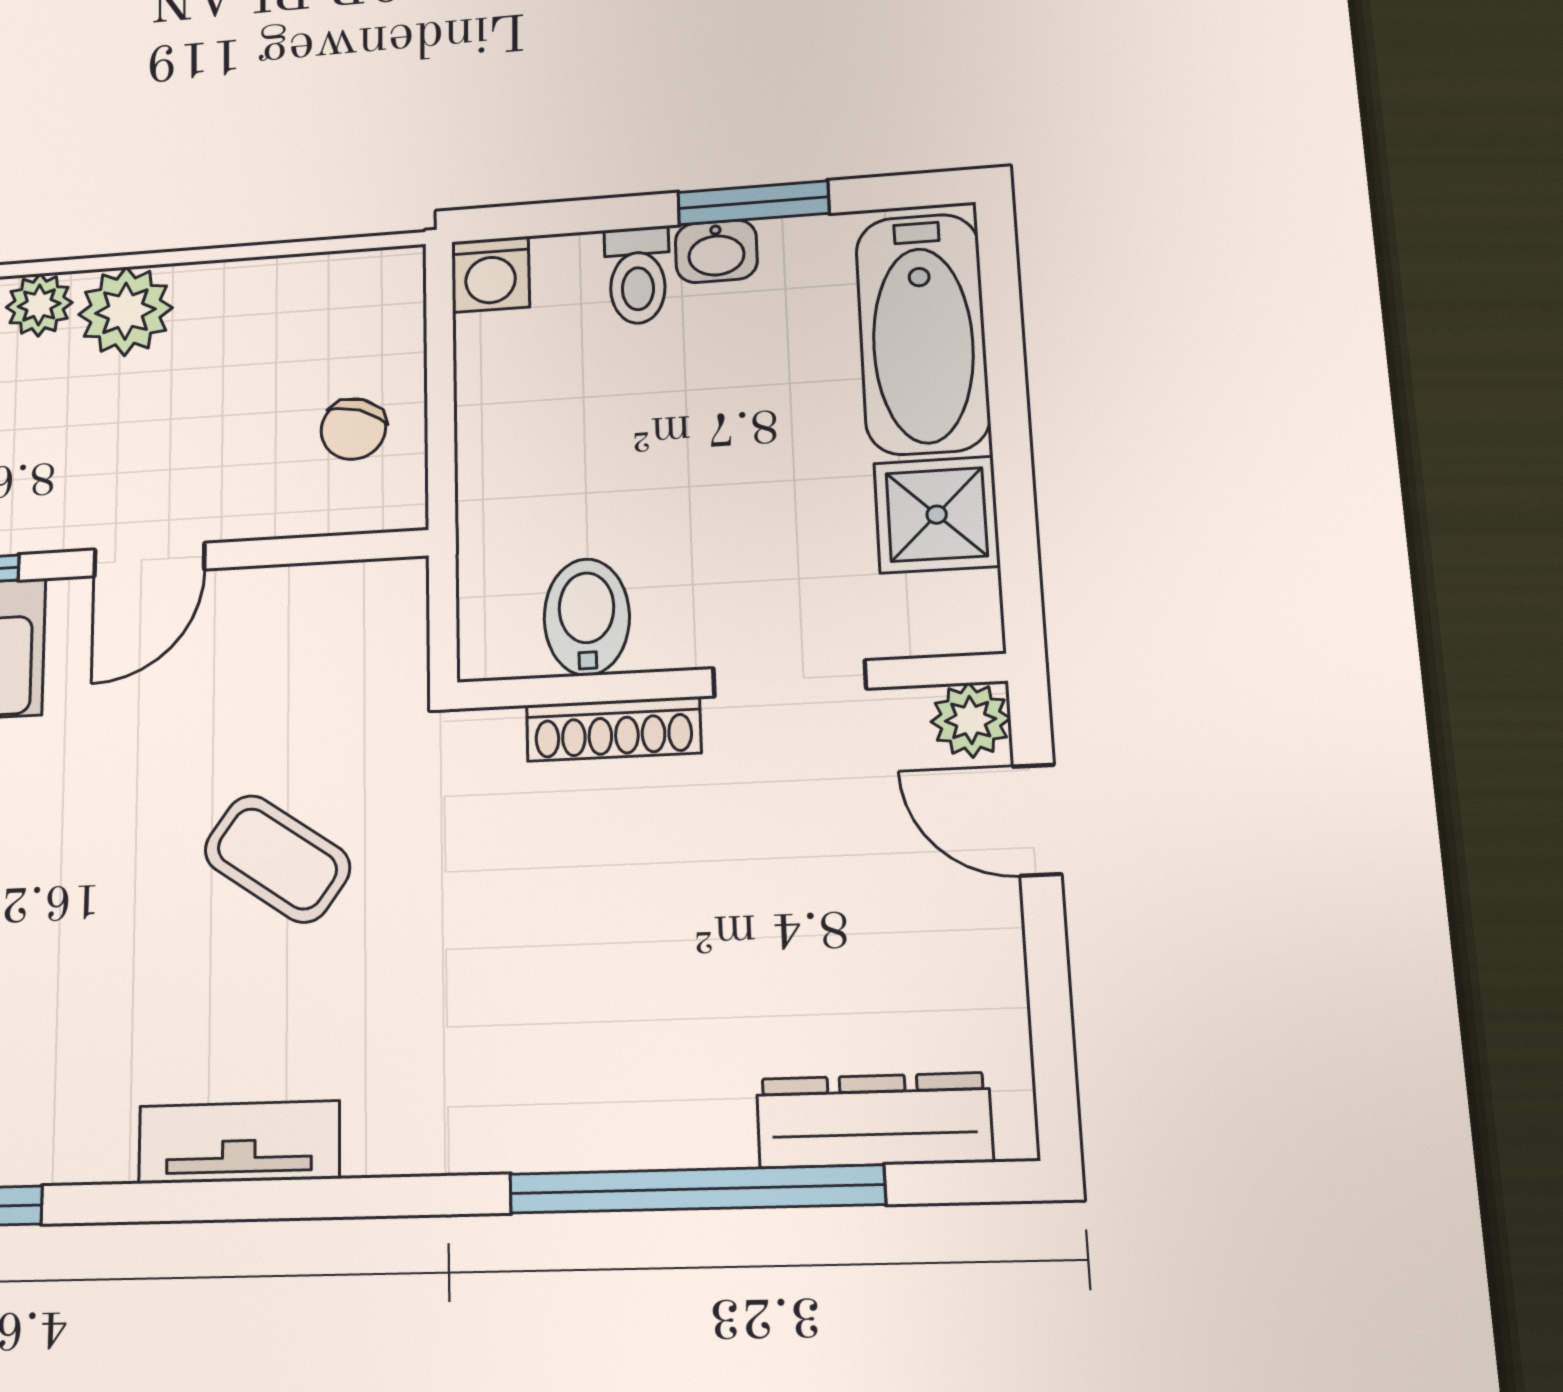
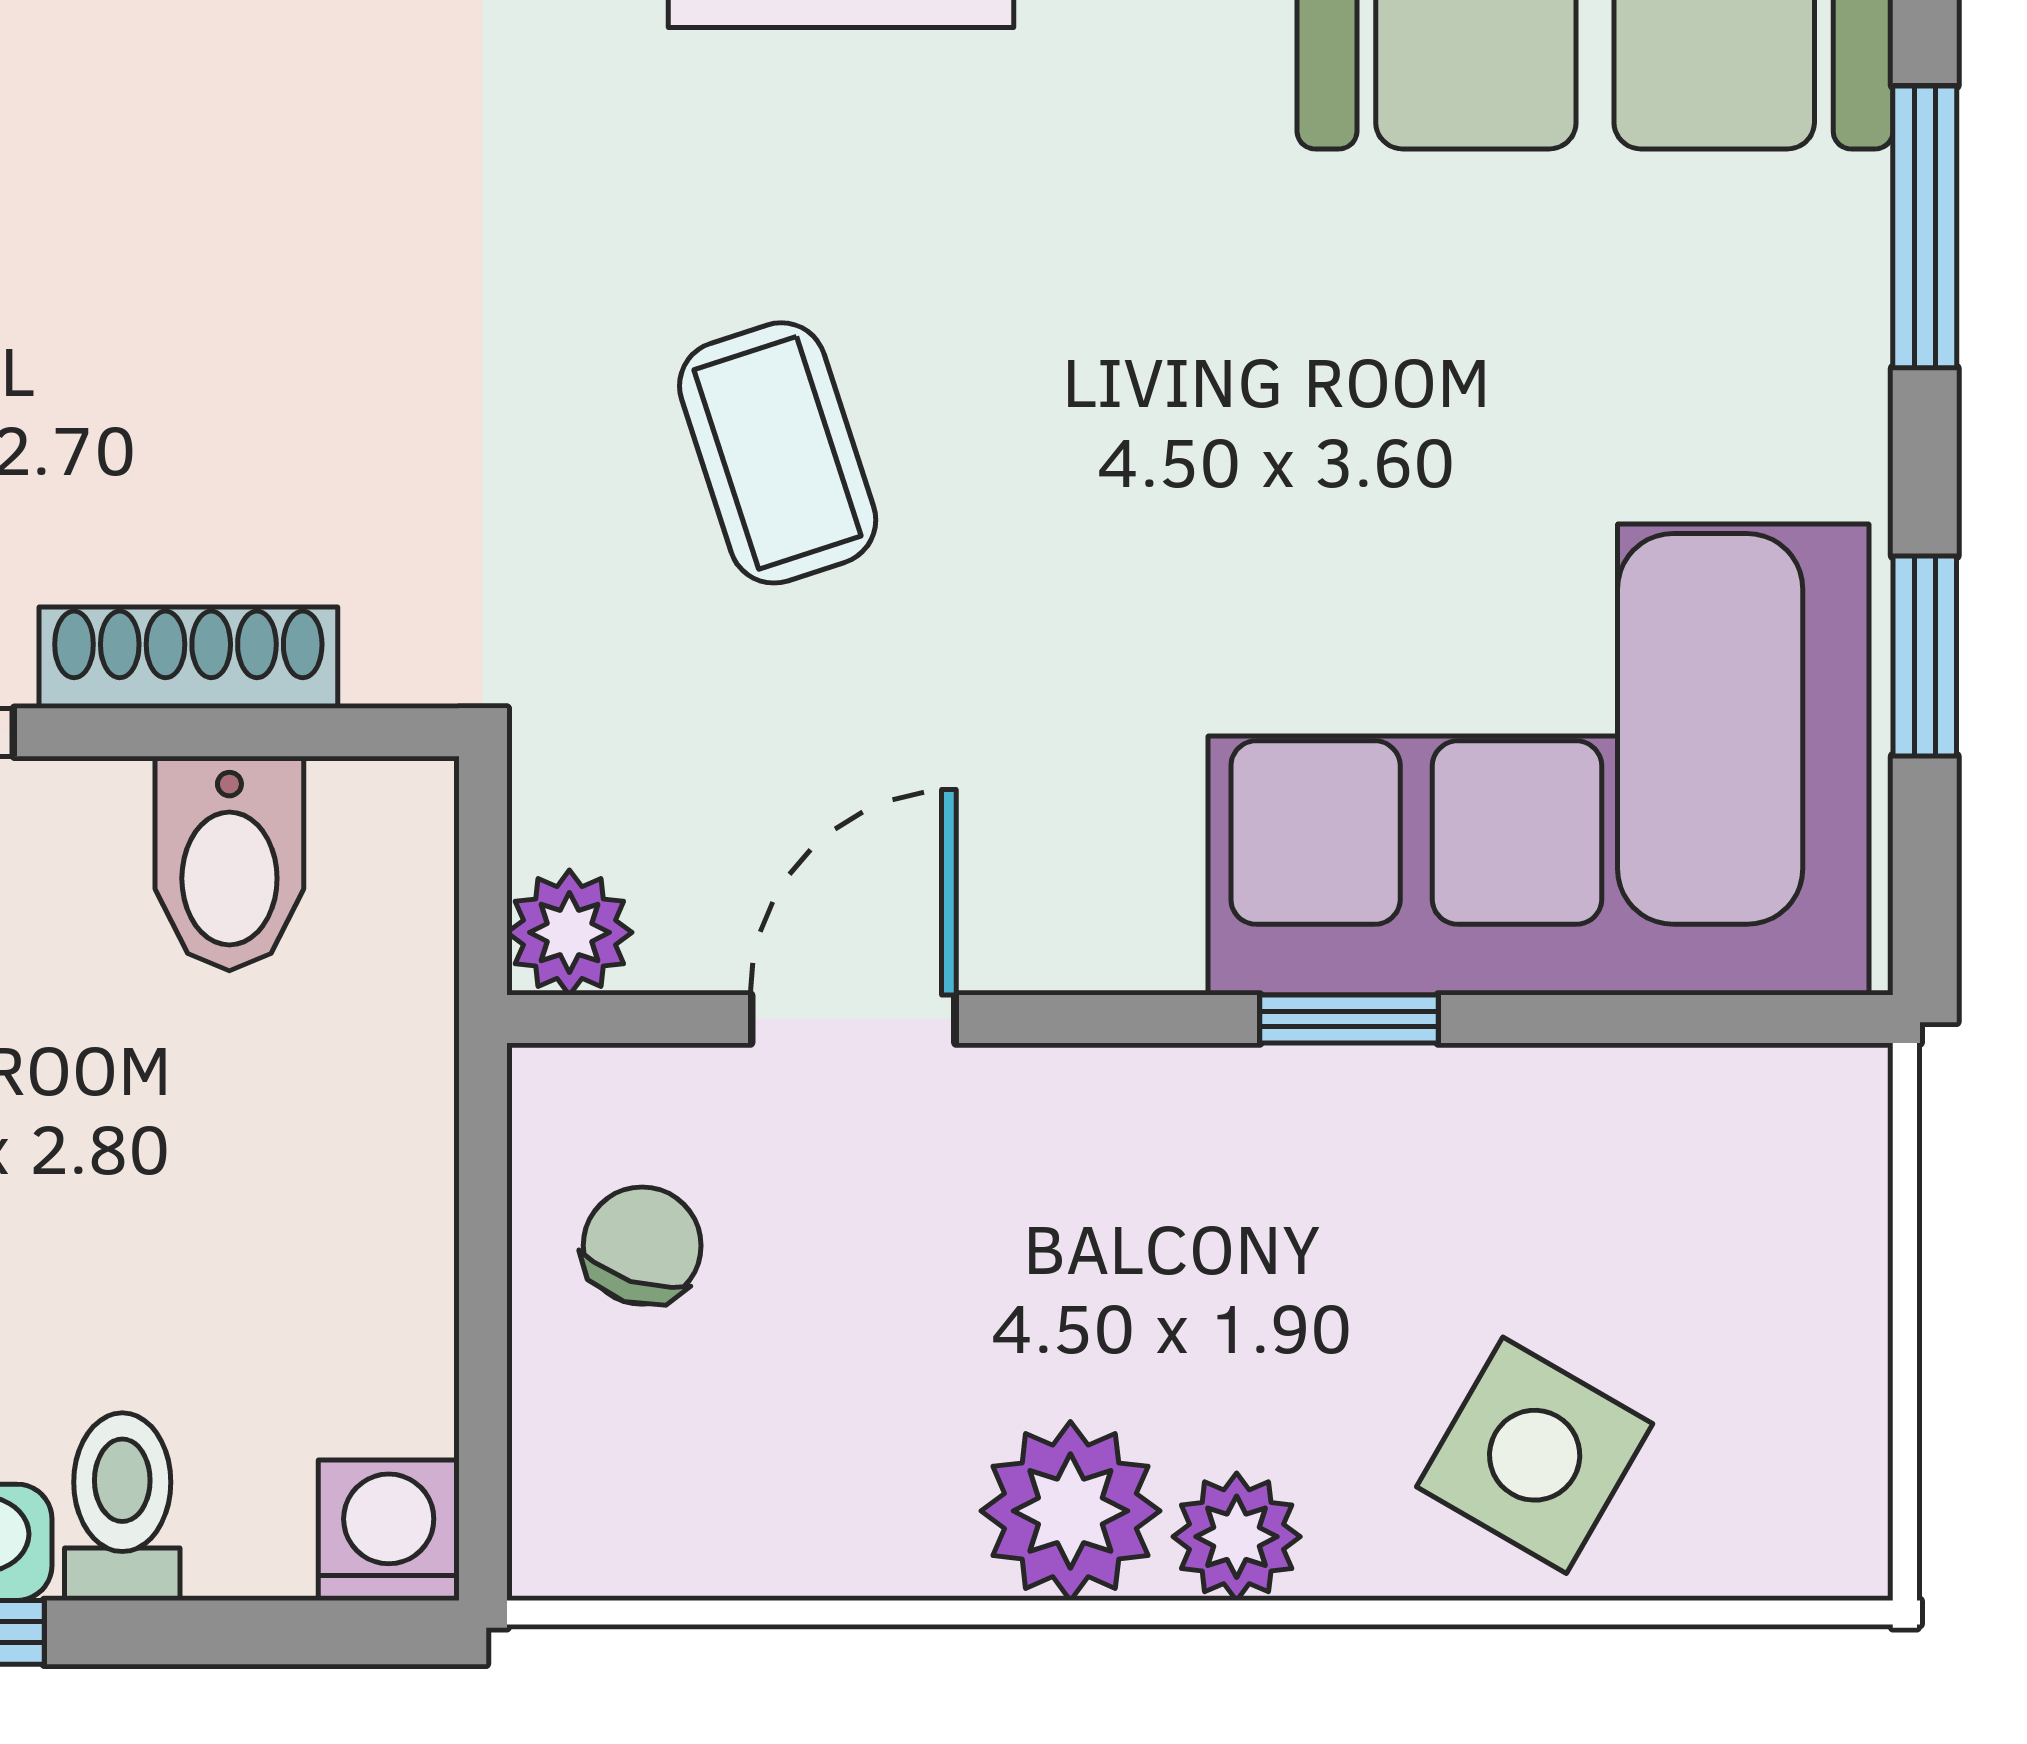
door: (149, 560) -> (853, 1019), moved
plant: (394, 591) -> (569, 932), added
coffee table: (277, 859) -> (778, 453), turned 37

